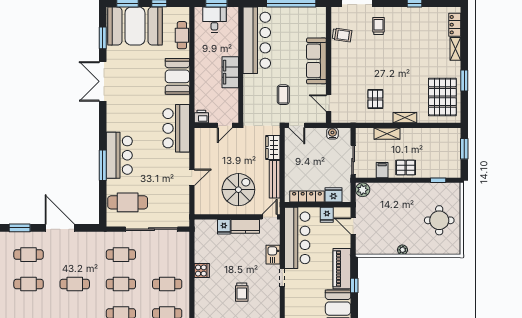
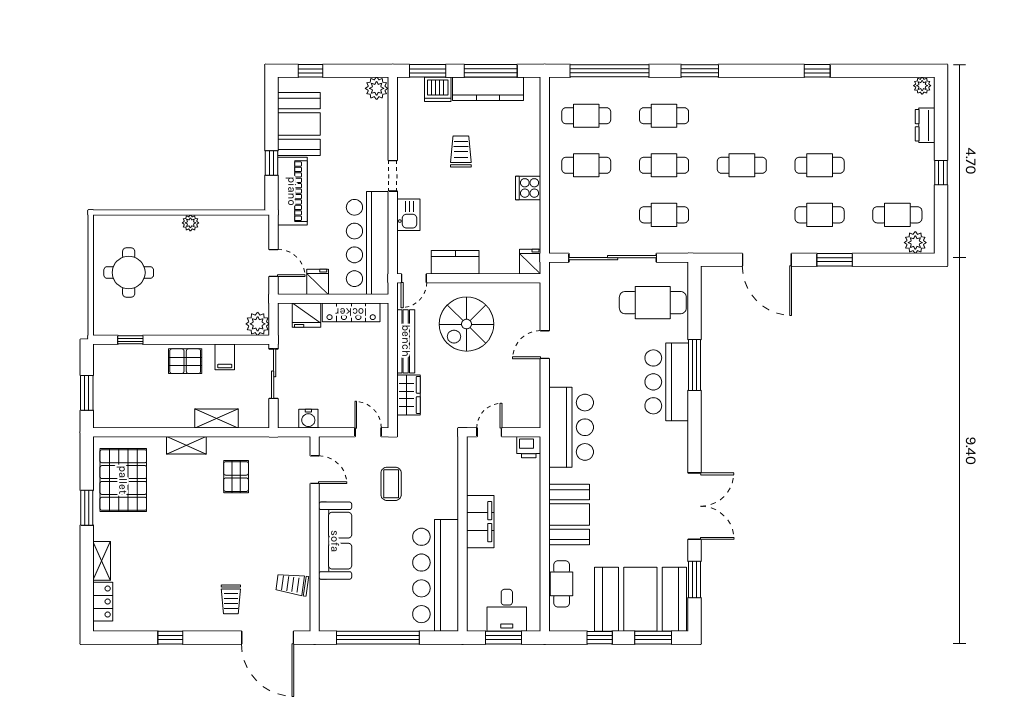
fridge: (224, 227) -> (530, 262), moved

